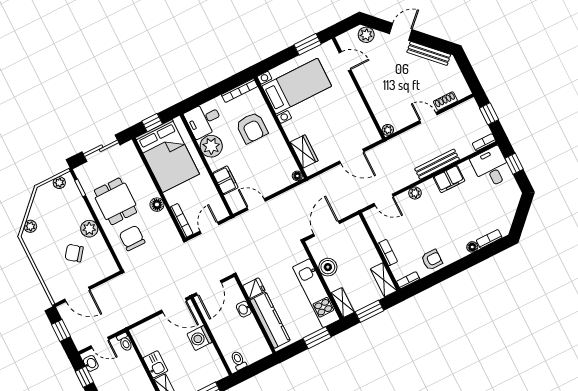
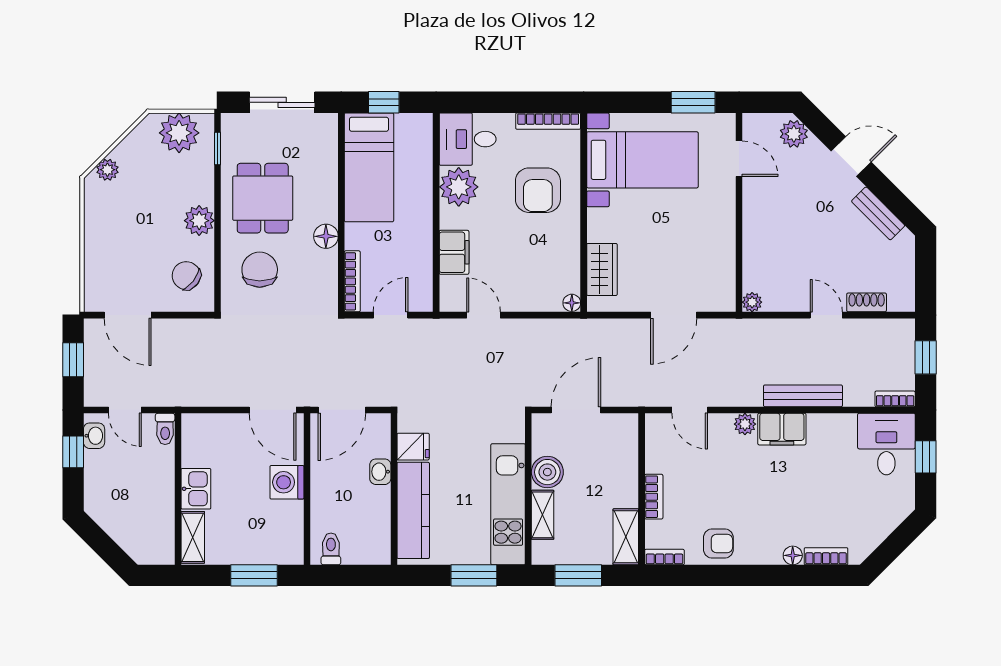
bench: (429, 53) -> (878, 213), width x0.73
bed: (167, 156) -> (369, 167), width x0.67
door: (352, 156) -> (674, 315), hinge flipped
filing cabinet: (449, 179) -> (782, 429), moved
plant: (59, 183) -> (179, 133), width x1.87, depth x1.87
chair: (74, 253) -> (186, 276), moved
shelving: (343, 303) -> (543, 515), moved

